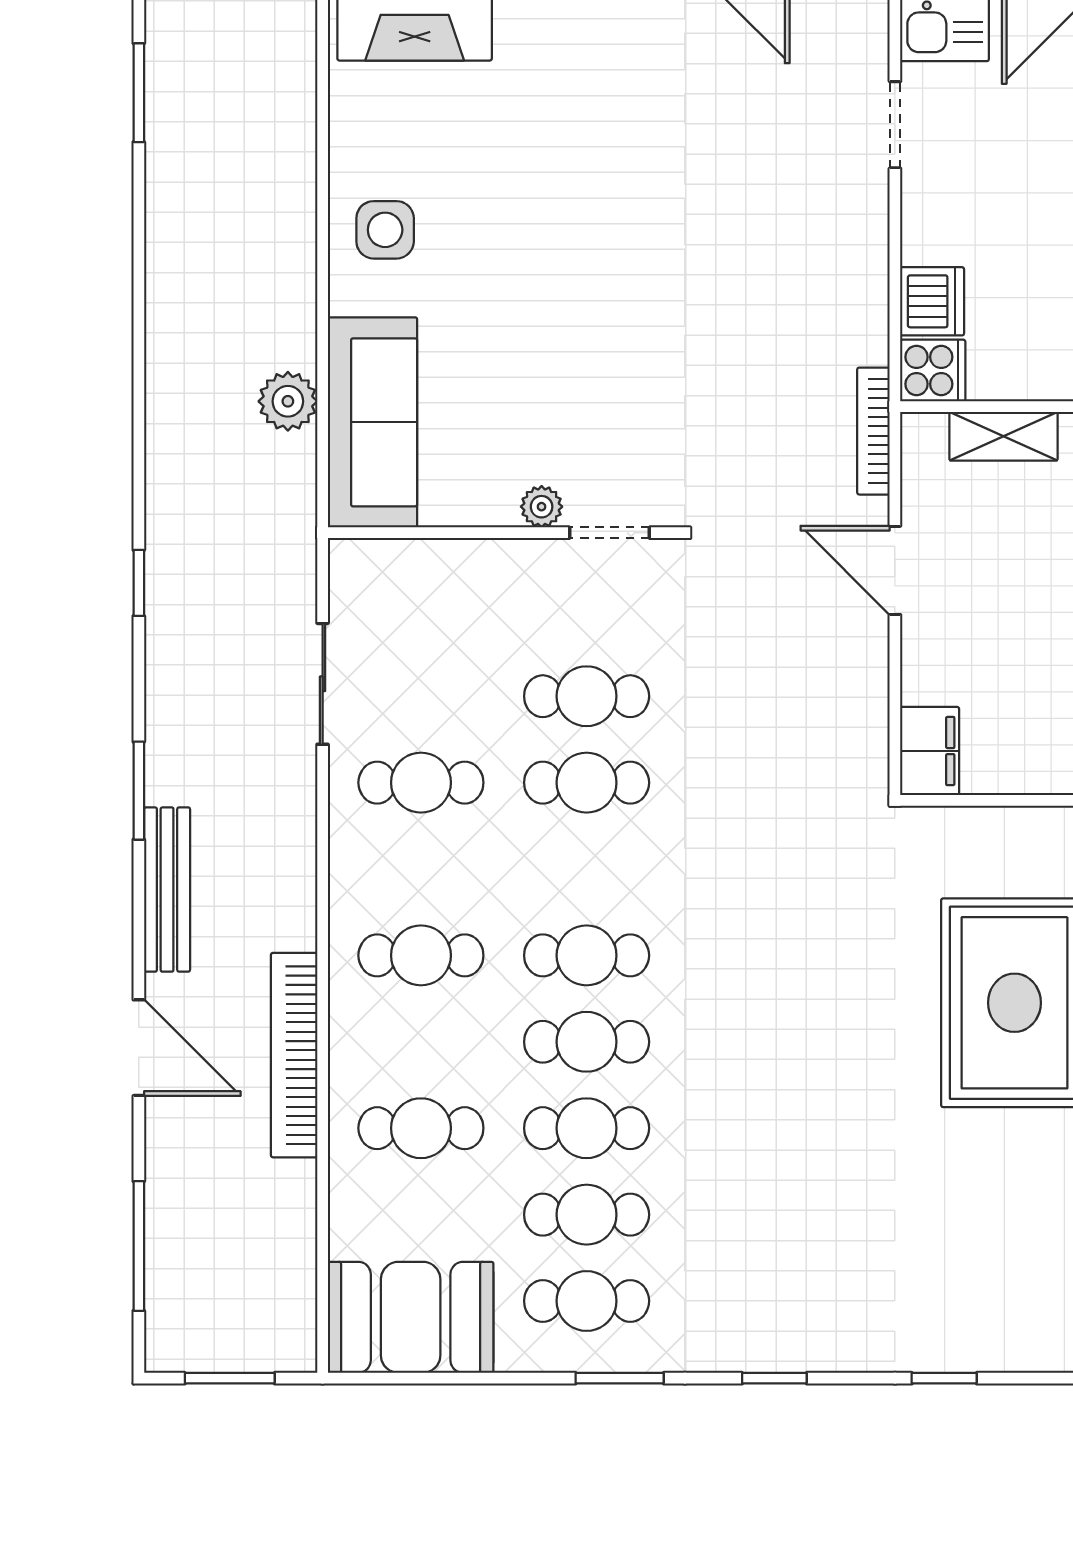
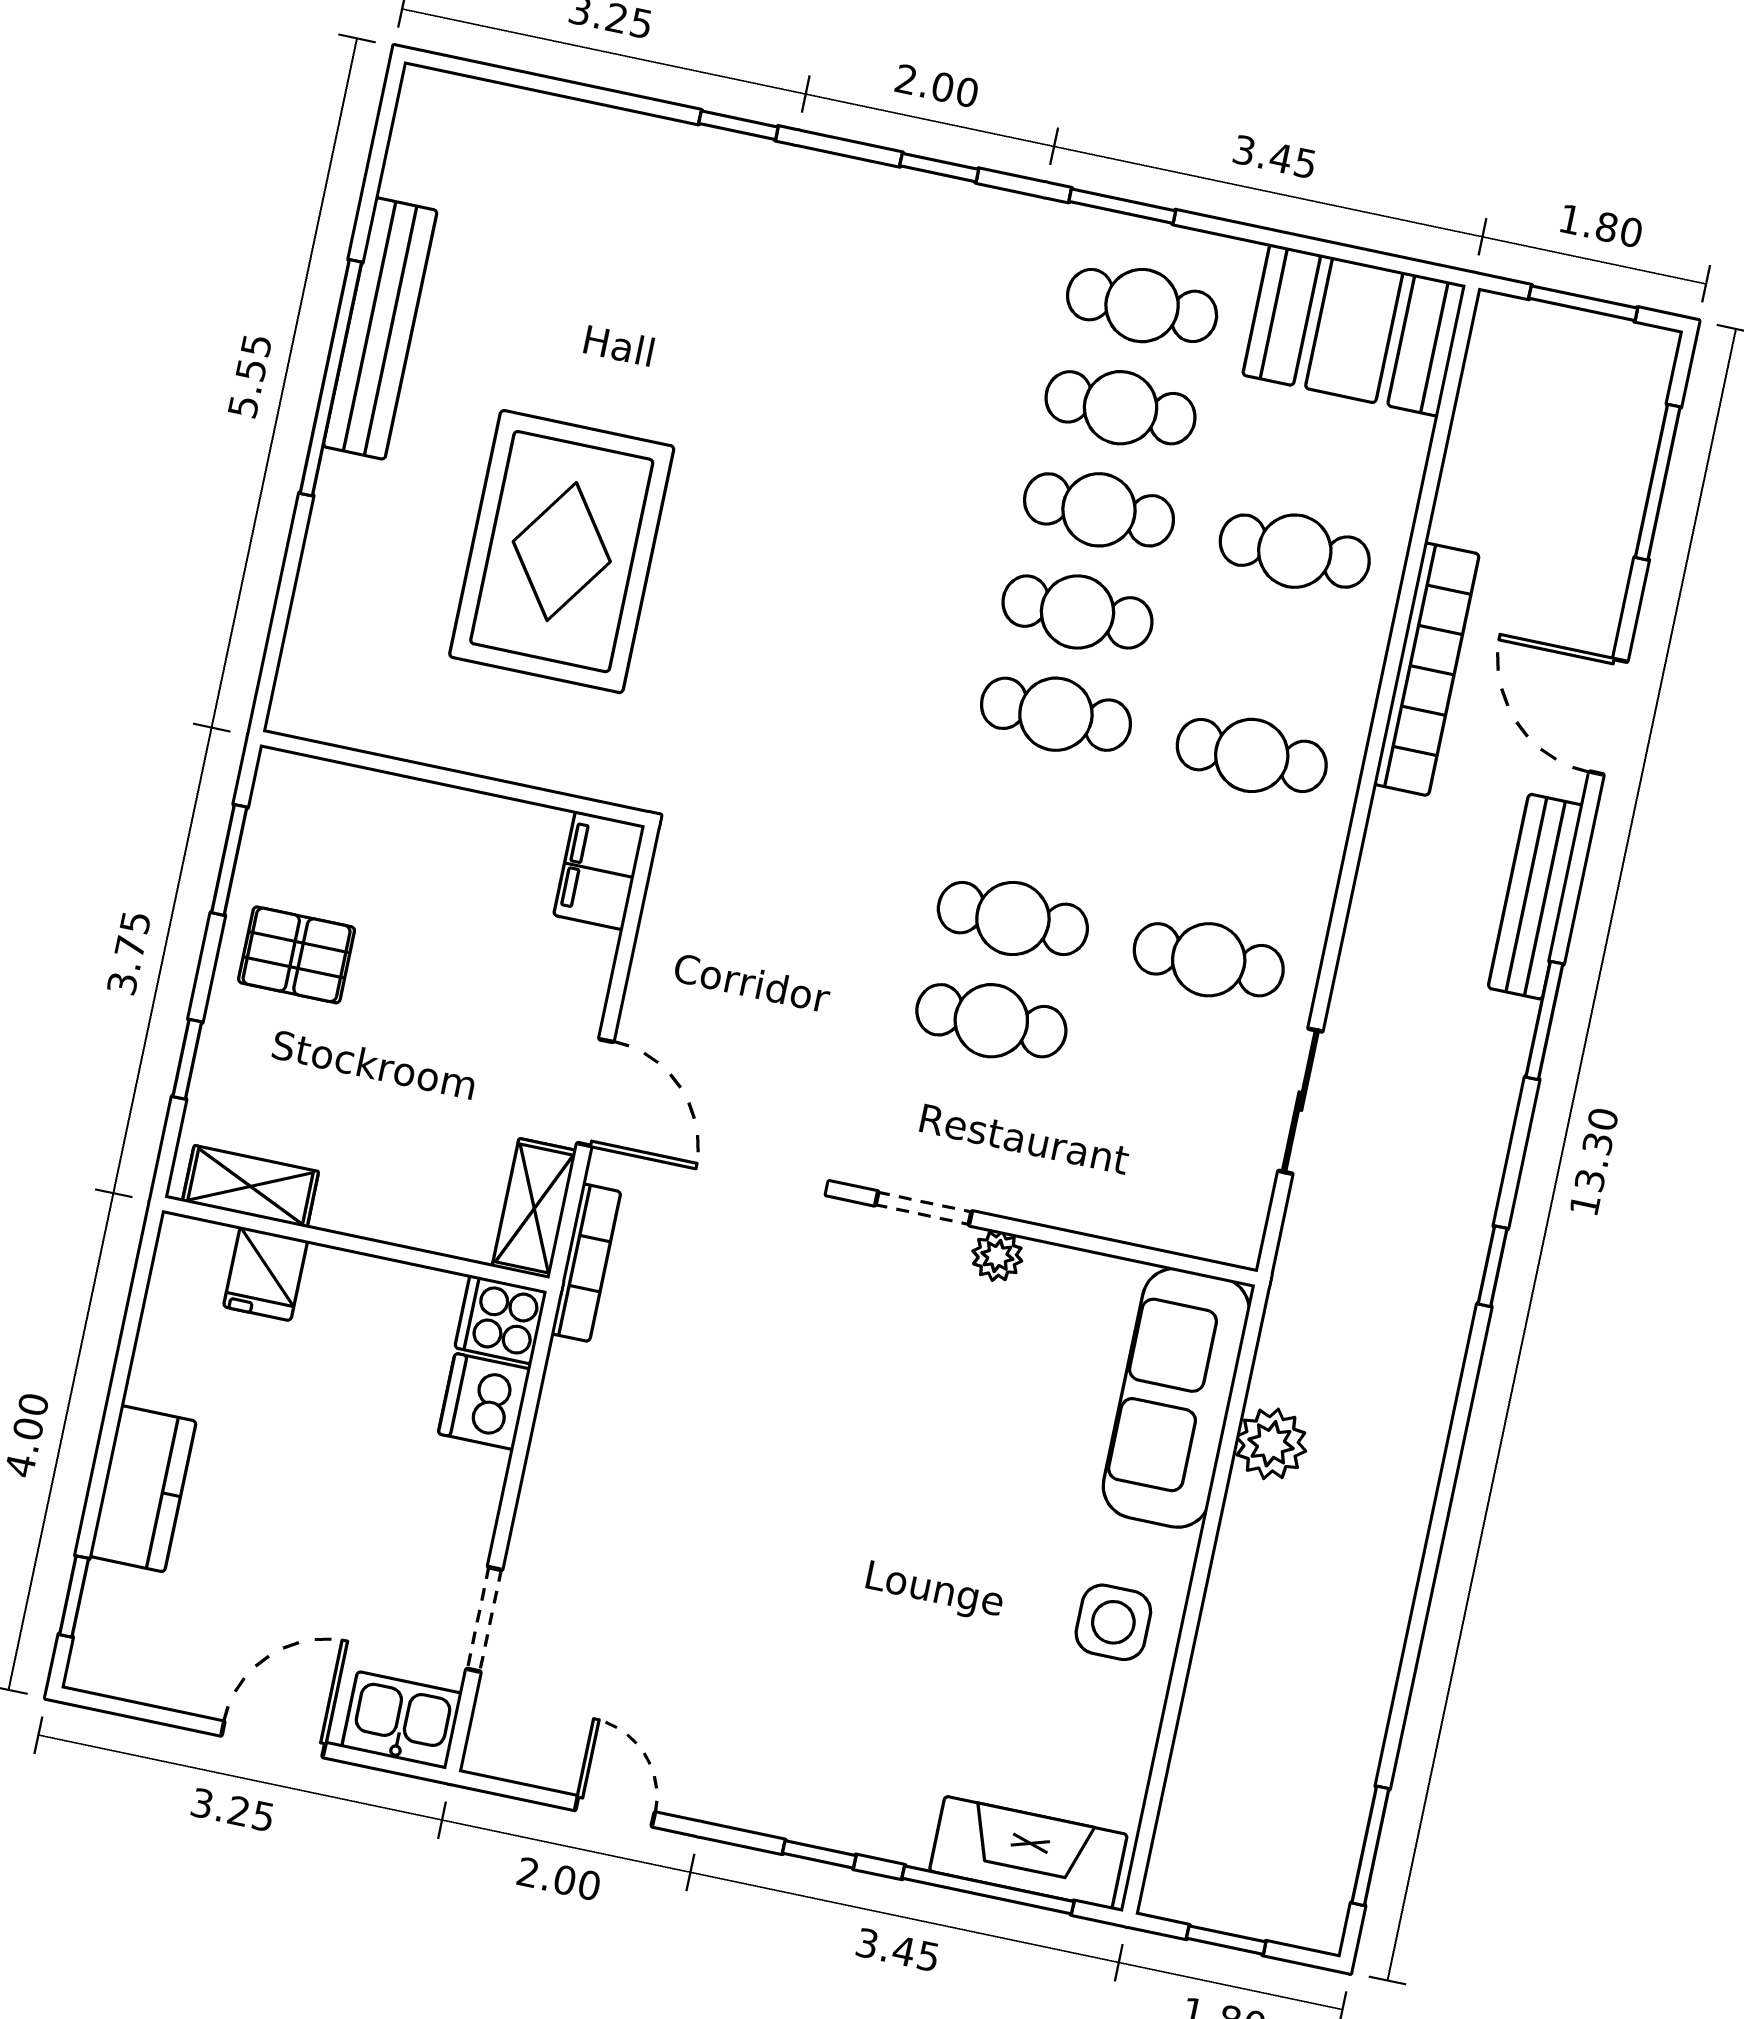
shelving: (1004, 436) -> (534, 1209), moved, turned 90

